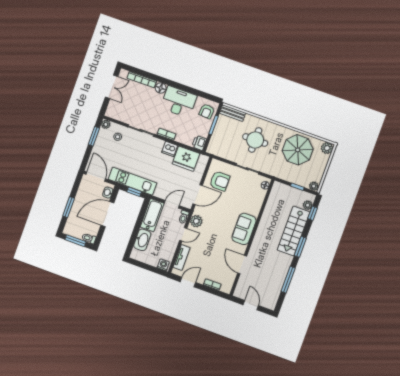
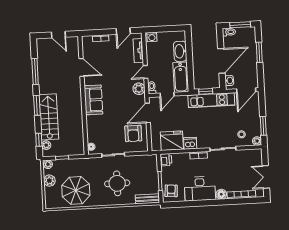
plant: (327, 148) -> (49, 181), moved
door: (96, 177) -> (246, 90), hinge flipped
armchair: (220, 181) -> (133, 133), turned -90

